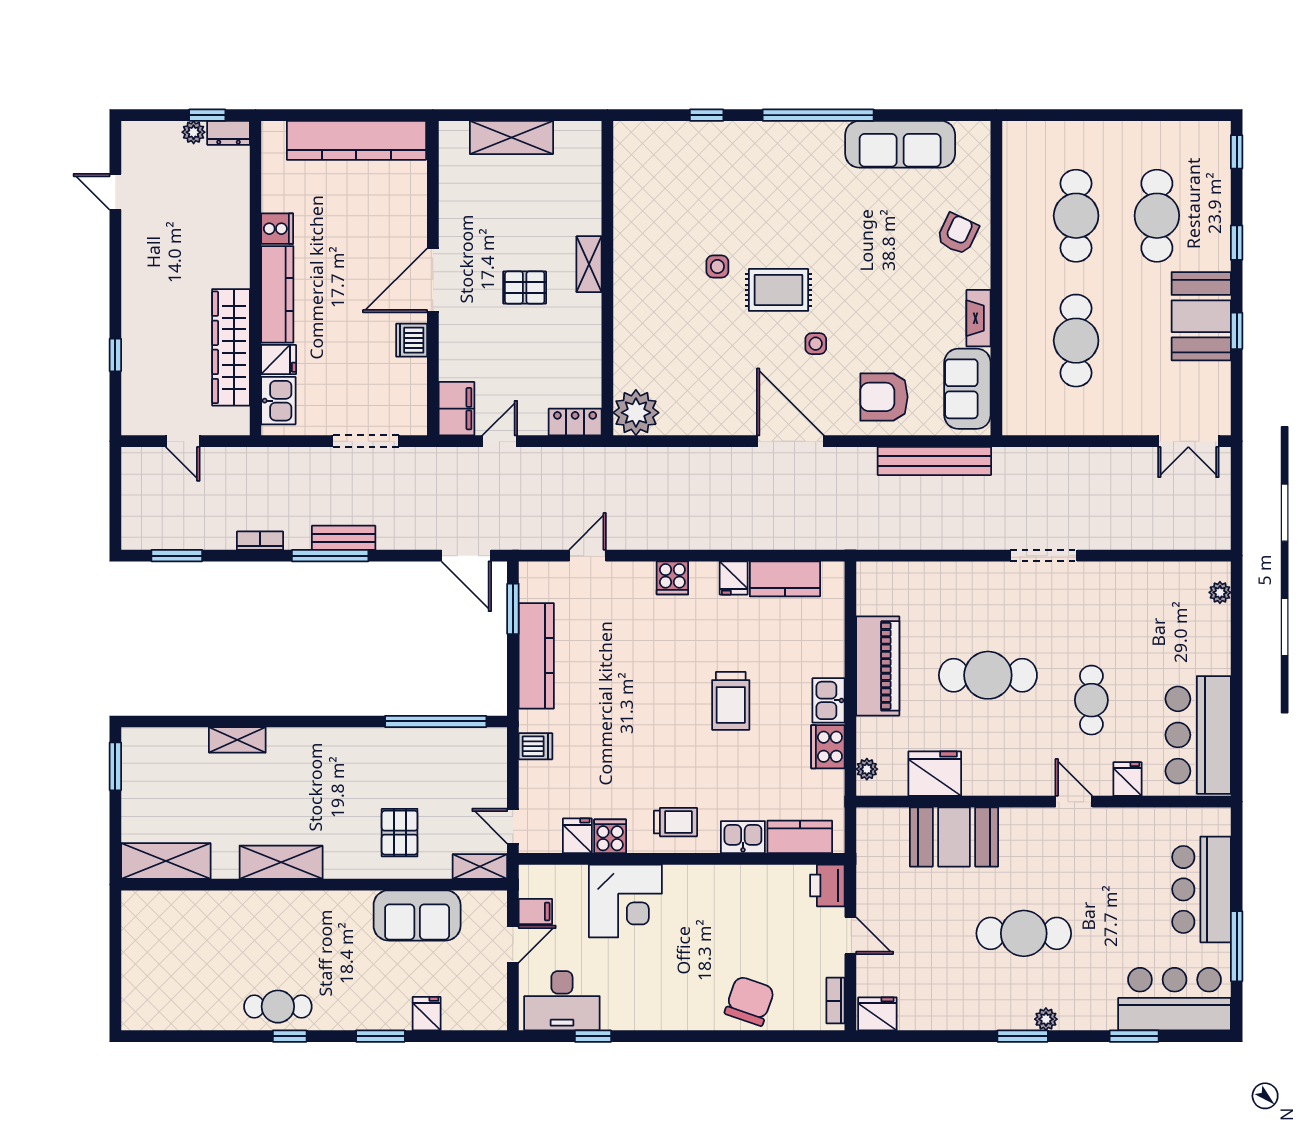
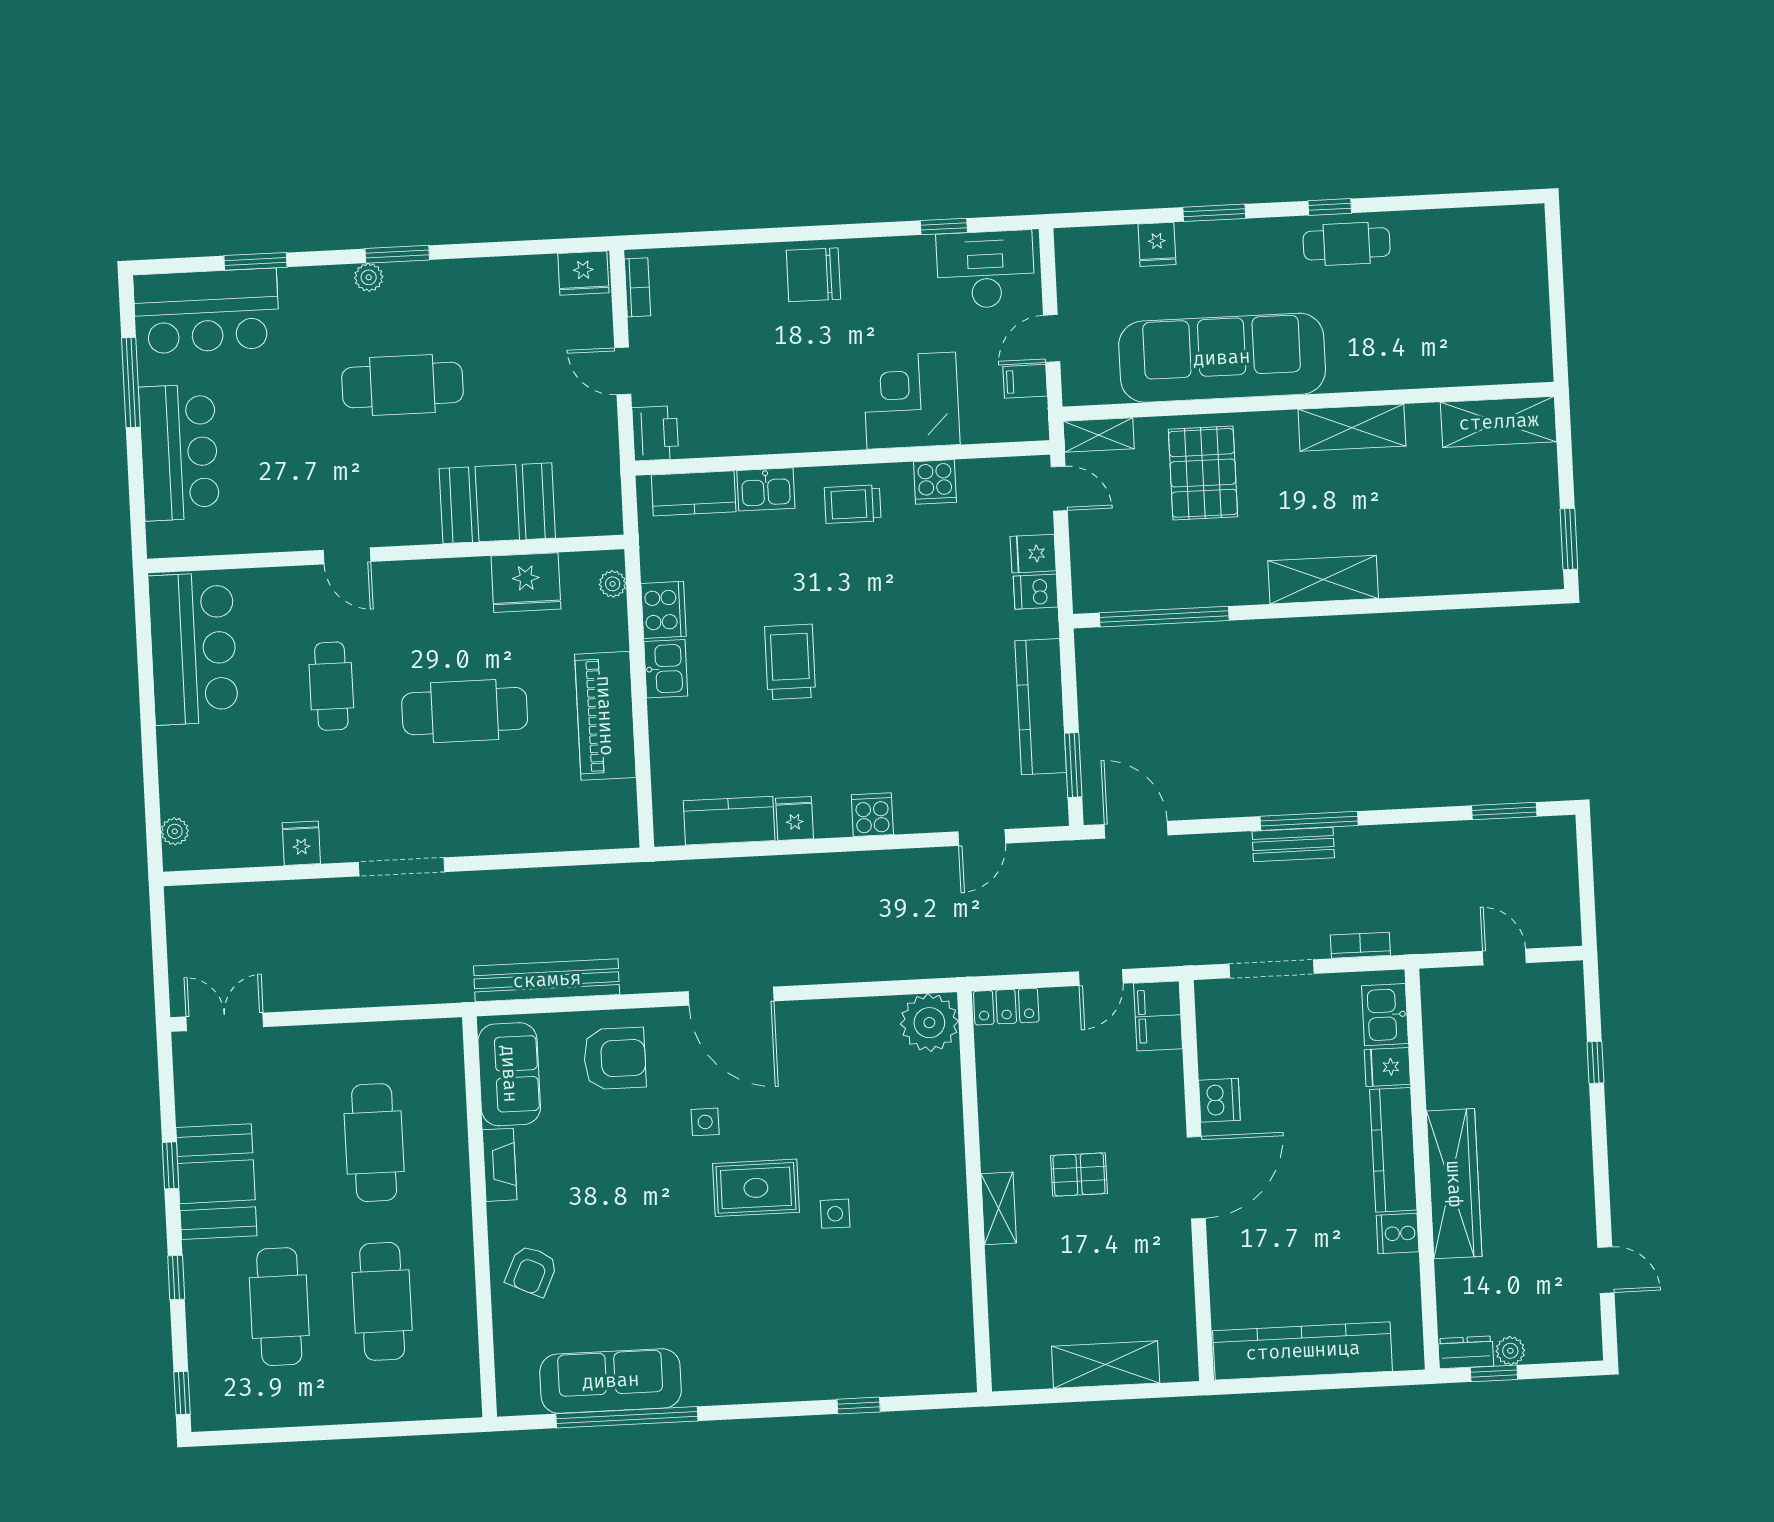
window: (818, 115) -> (627, 1417), moved
wardrobe: (231, 347) -> (1454, 1184), moved
bookcase: (260, 541) -> (1360, 945), moved, turned 180
shelving: (237, 740) -> (1323, 580), moved, width x1.50, depth x1.33
fridge: (1127, 779) -> (301, 843), moved, turned 180
pallet: (400, 833) -> (1203, 473), width x1.50, depth x1.42
fridge: (577, 836) -> (1033, 554), moved, turned 90
sofa: (417, 915) -> (1222, 358), width x1.85, depth x1.27
chair: (750, 1001) -> (813, 275), moved, turned 71

